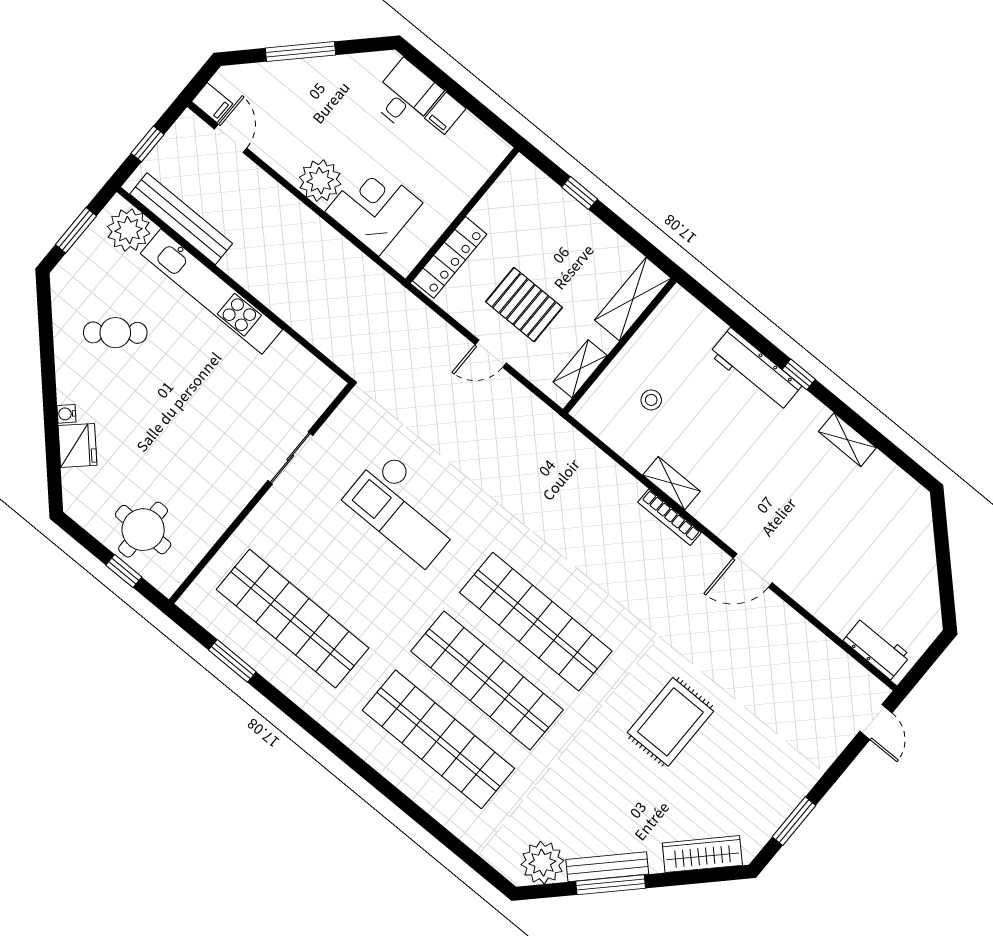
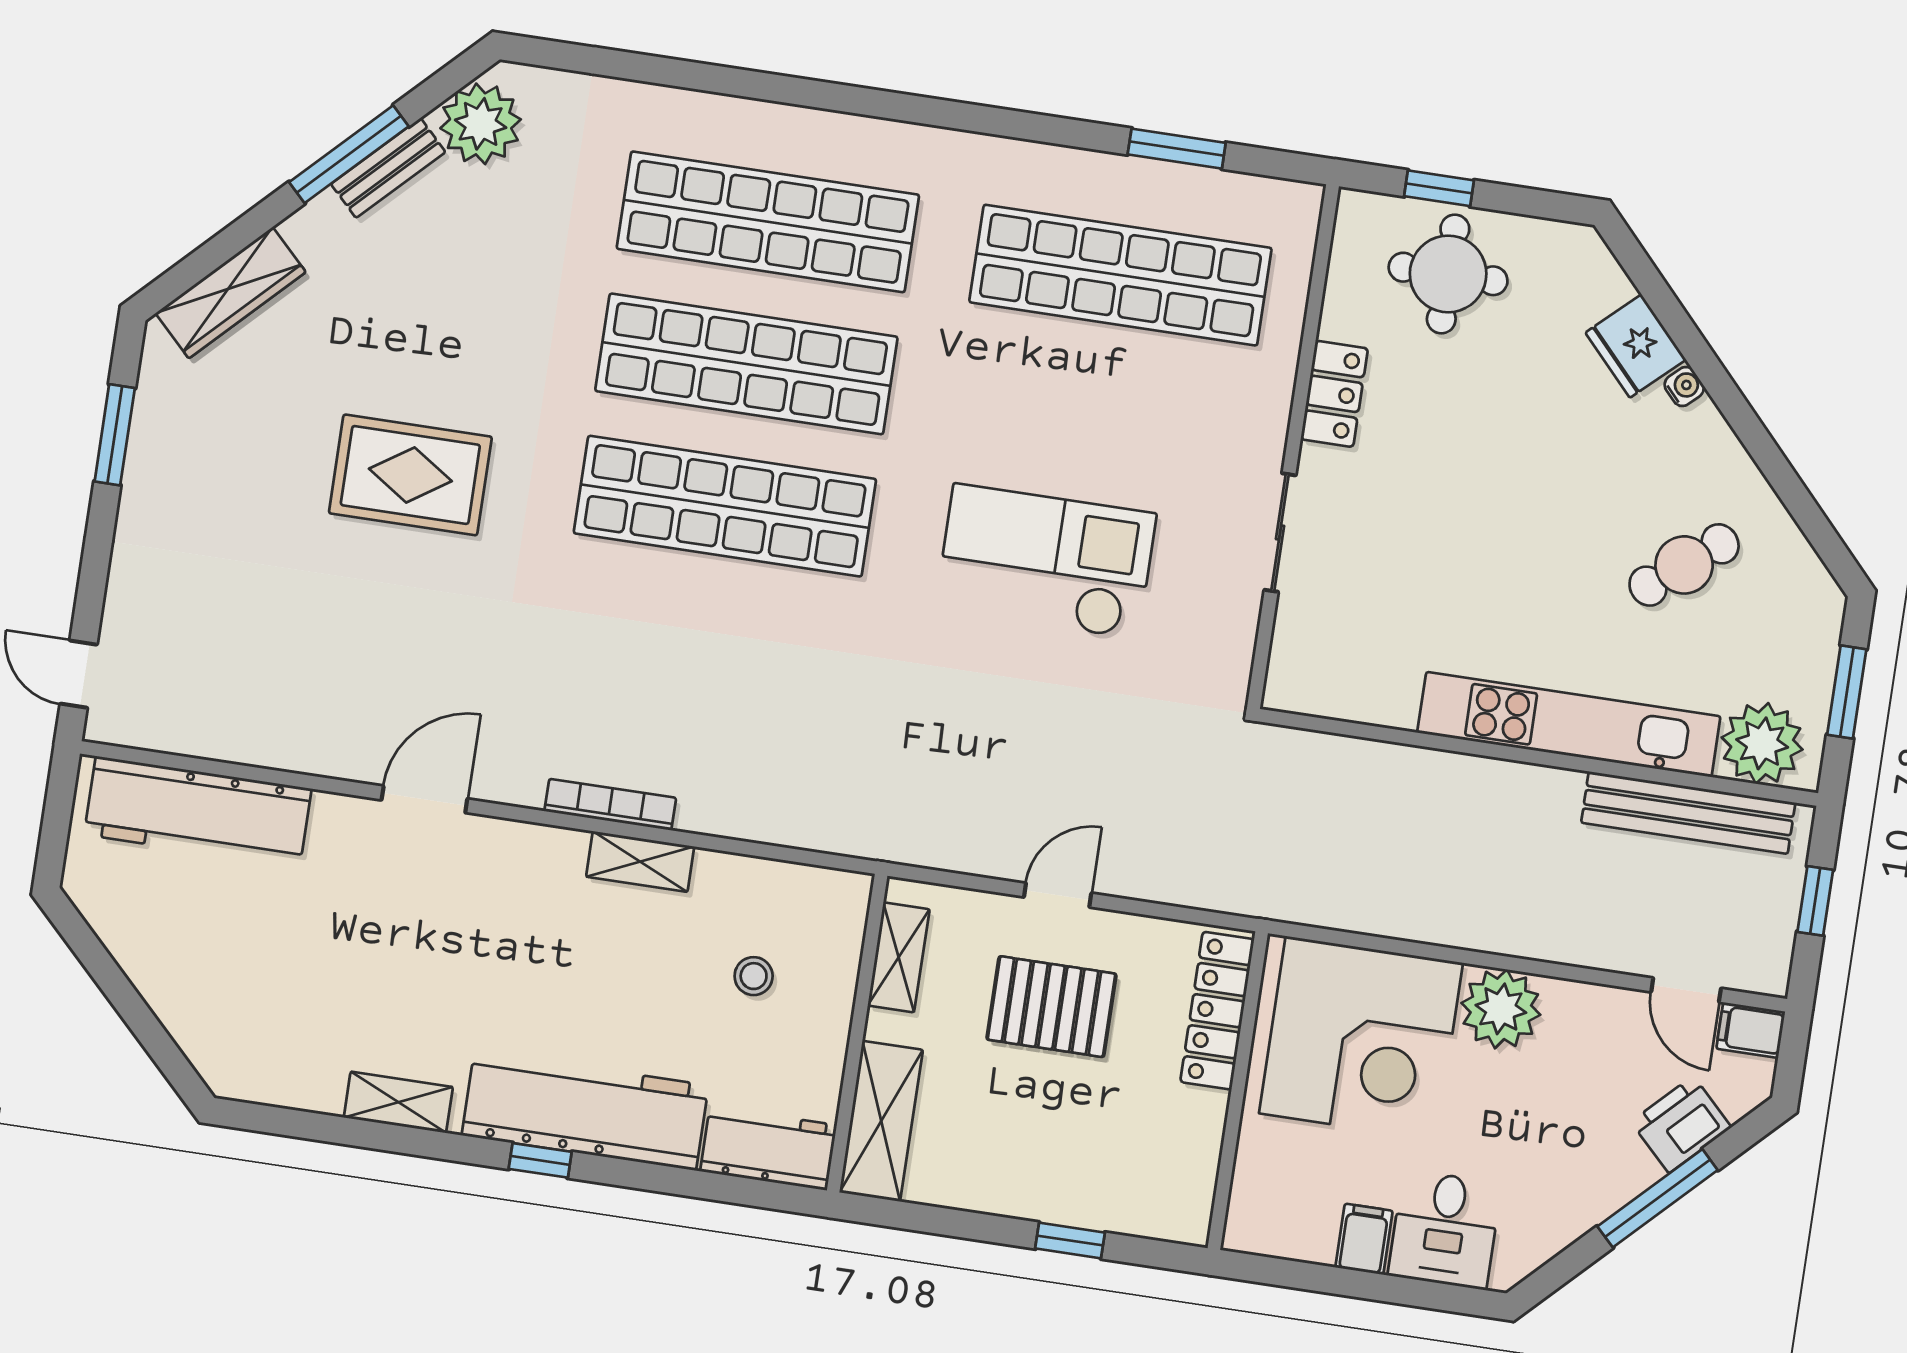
printer: (270, 79) -> (1681, 1125), added
corner desk: (374, 207) -> (1361, 1038), width x1.36, depth x1.36
workbench: (692, 318) -> (768, 1148), added
workbench: (755, 370) -> (585, 1110), width x1.36, depth x1.32
locker: (228, 506) -> (1334, 394), added
workbench: (877, 648) -> (198, 812), width x1.88, depth x1.32
rug: (670, 722) -> (410, 475), turned 90
bench: (607, 867) -> (388, 168), width x0.73

